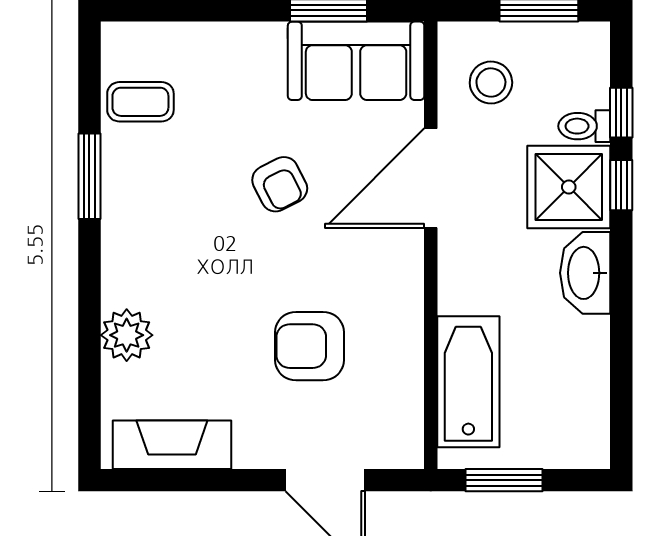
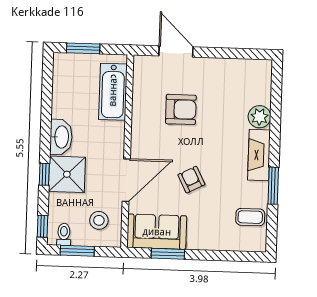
window: (621, 113) -> (42, 226), moved
toilet: (584, 126) -> (64, 234), moved, turned -90
fireplace: (172, 445) -> (259, 155), moved, turned 90
window: (504, 480) -> (83, 48), moved

